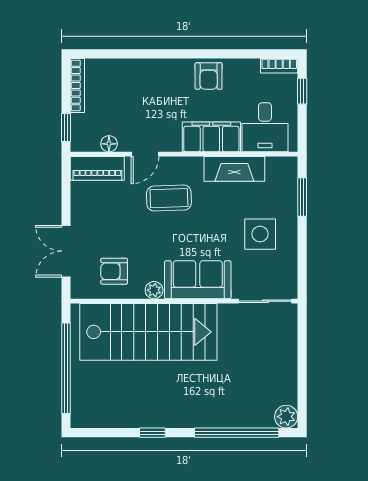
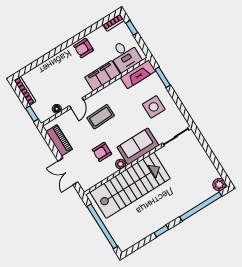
armchair: (209, 76) -> (84, 48), turned 90
piano: (97, 168) -> (59, 140), moved, turned -90
fireplace: (234, 169) -> (138, 74), moved
armchair: (114, 271) -> (102, 152), moved

